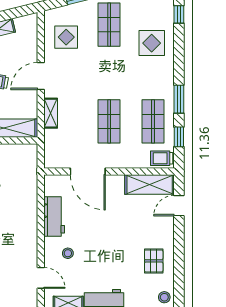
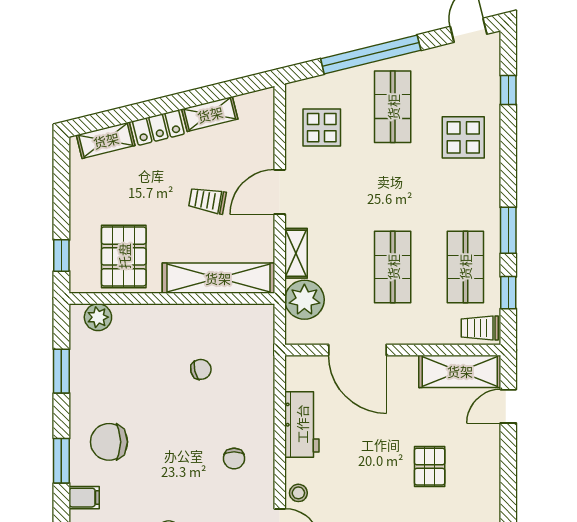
plant: (56, 141) -> (304, 300), added
chair: (13, 237) -> (234, 459), added
stool: (68, 253) -> (298, 493), moved
pallet: (154, 261) -> (430, 467), moved

